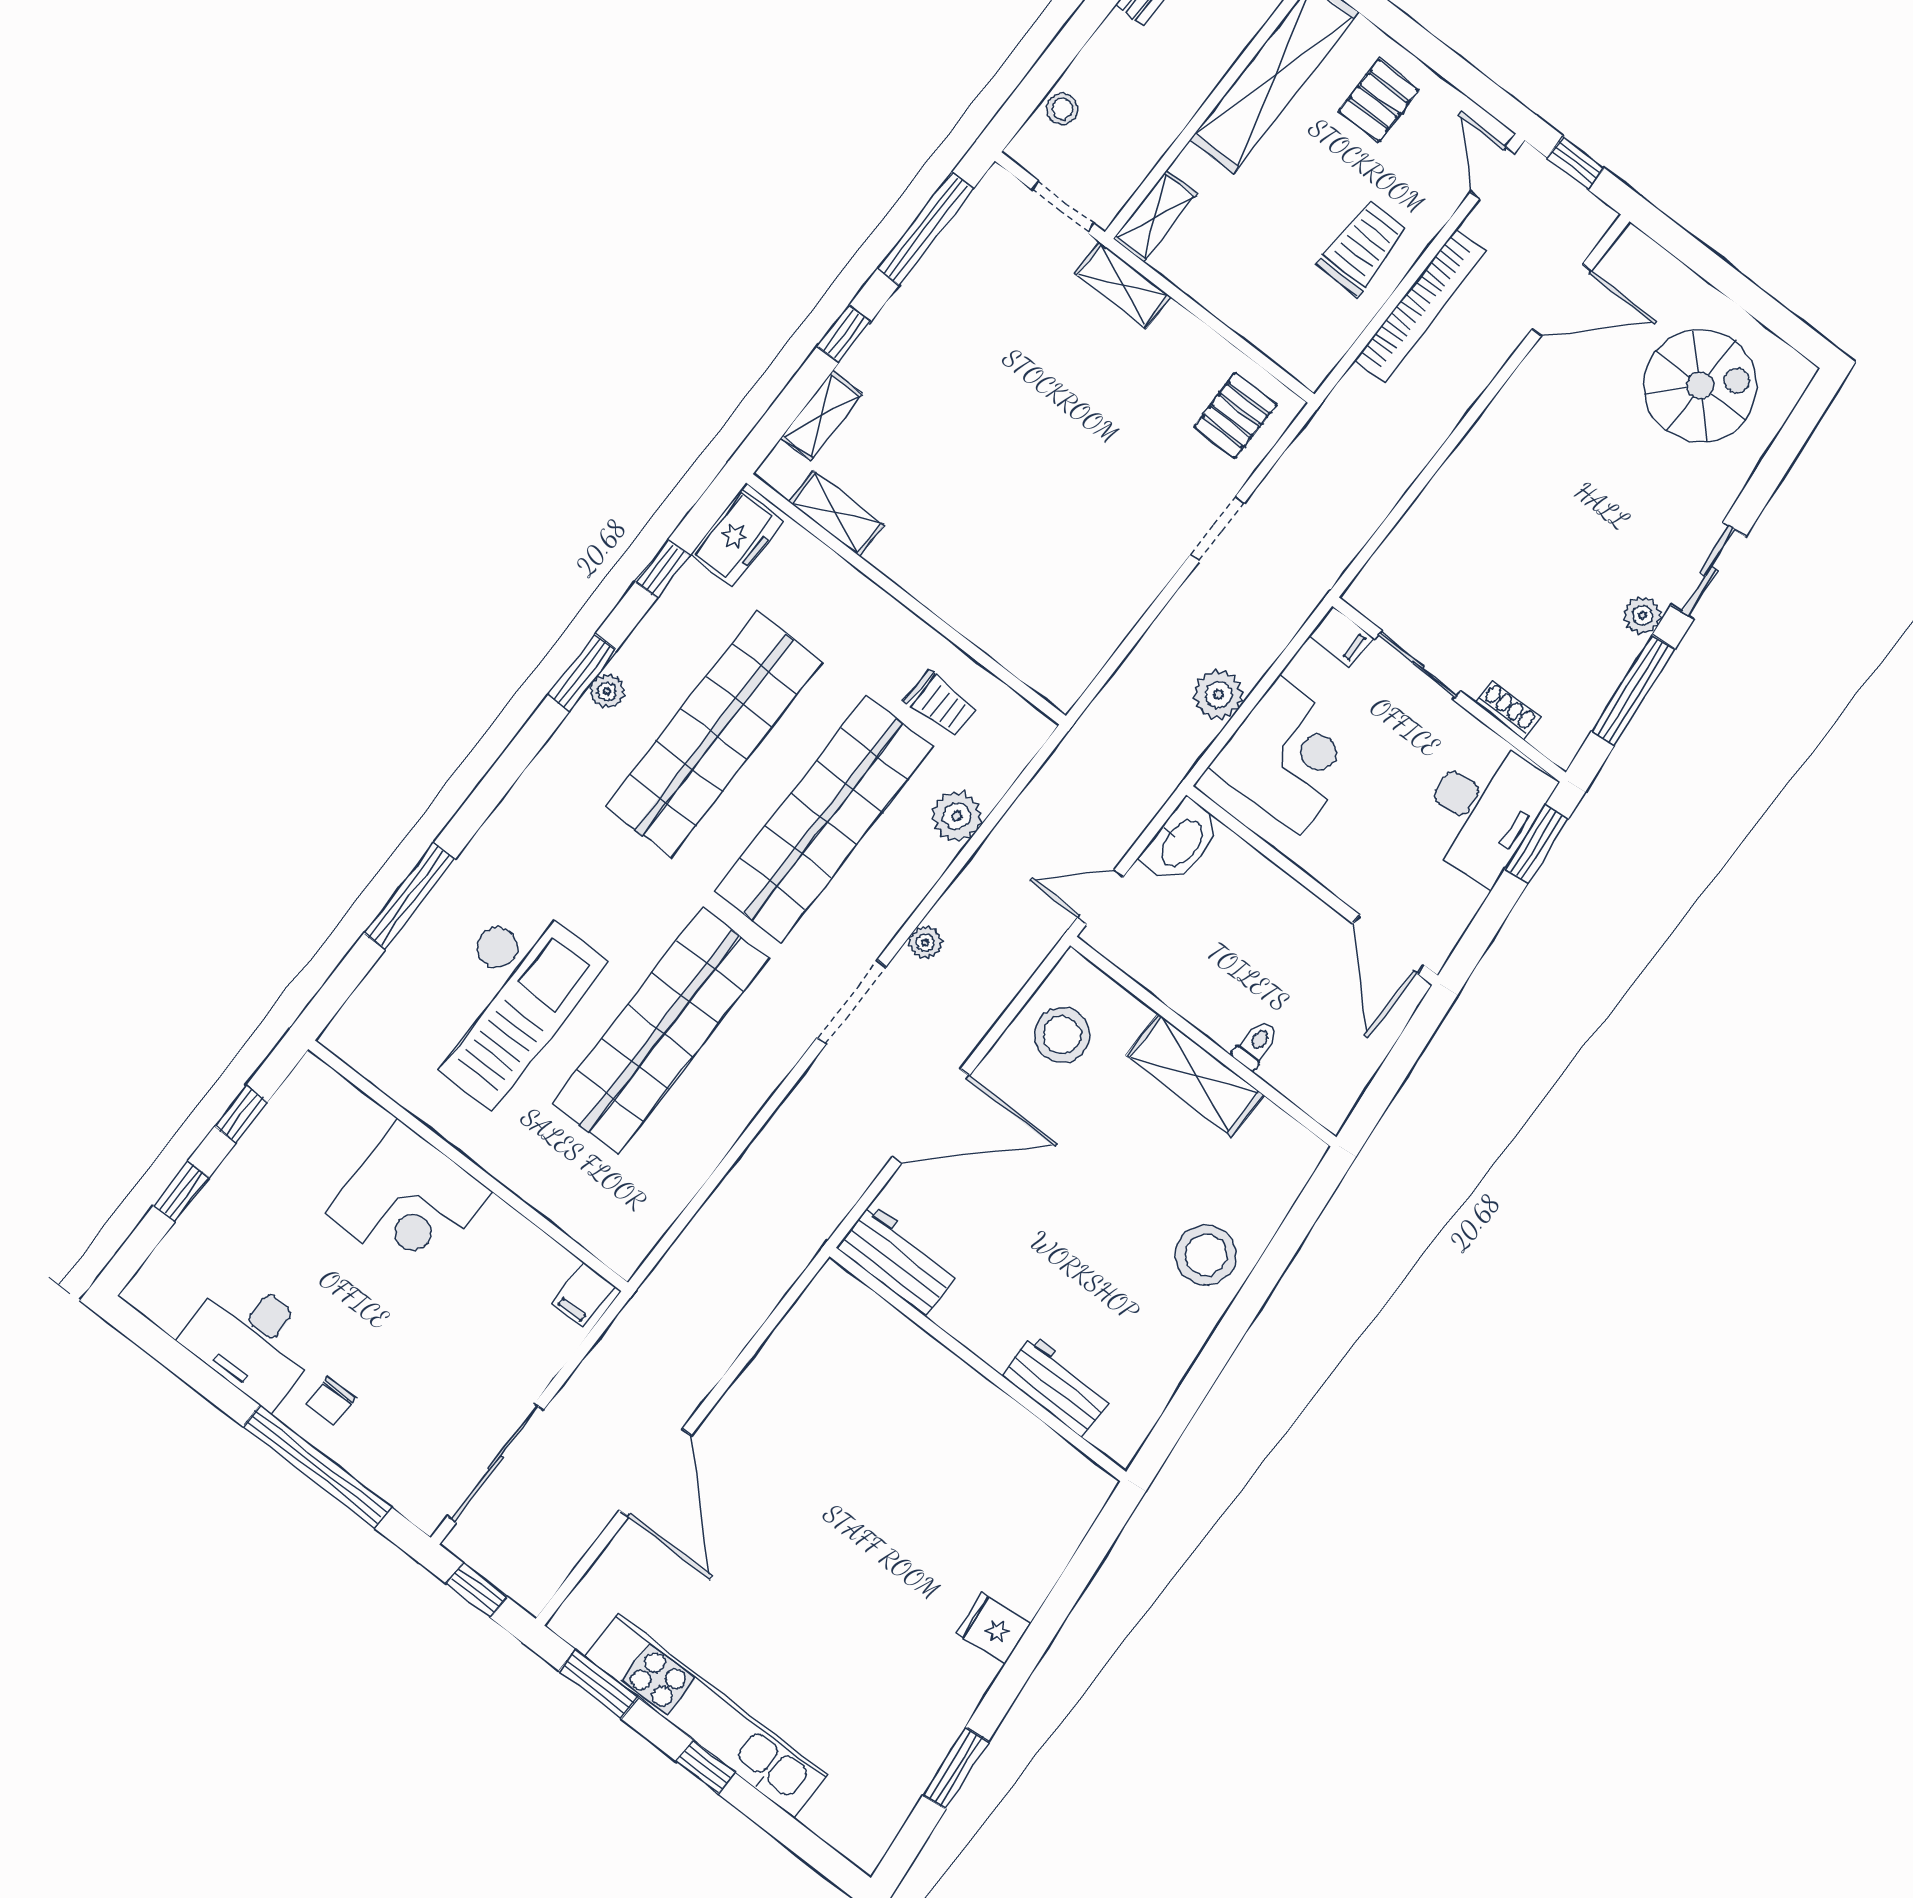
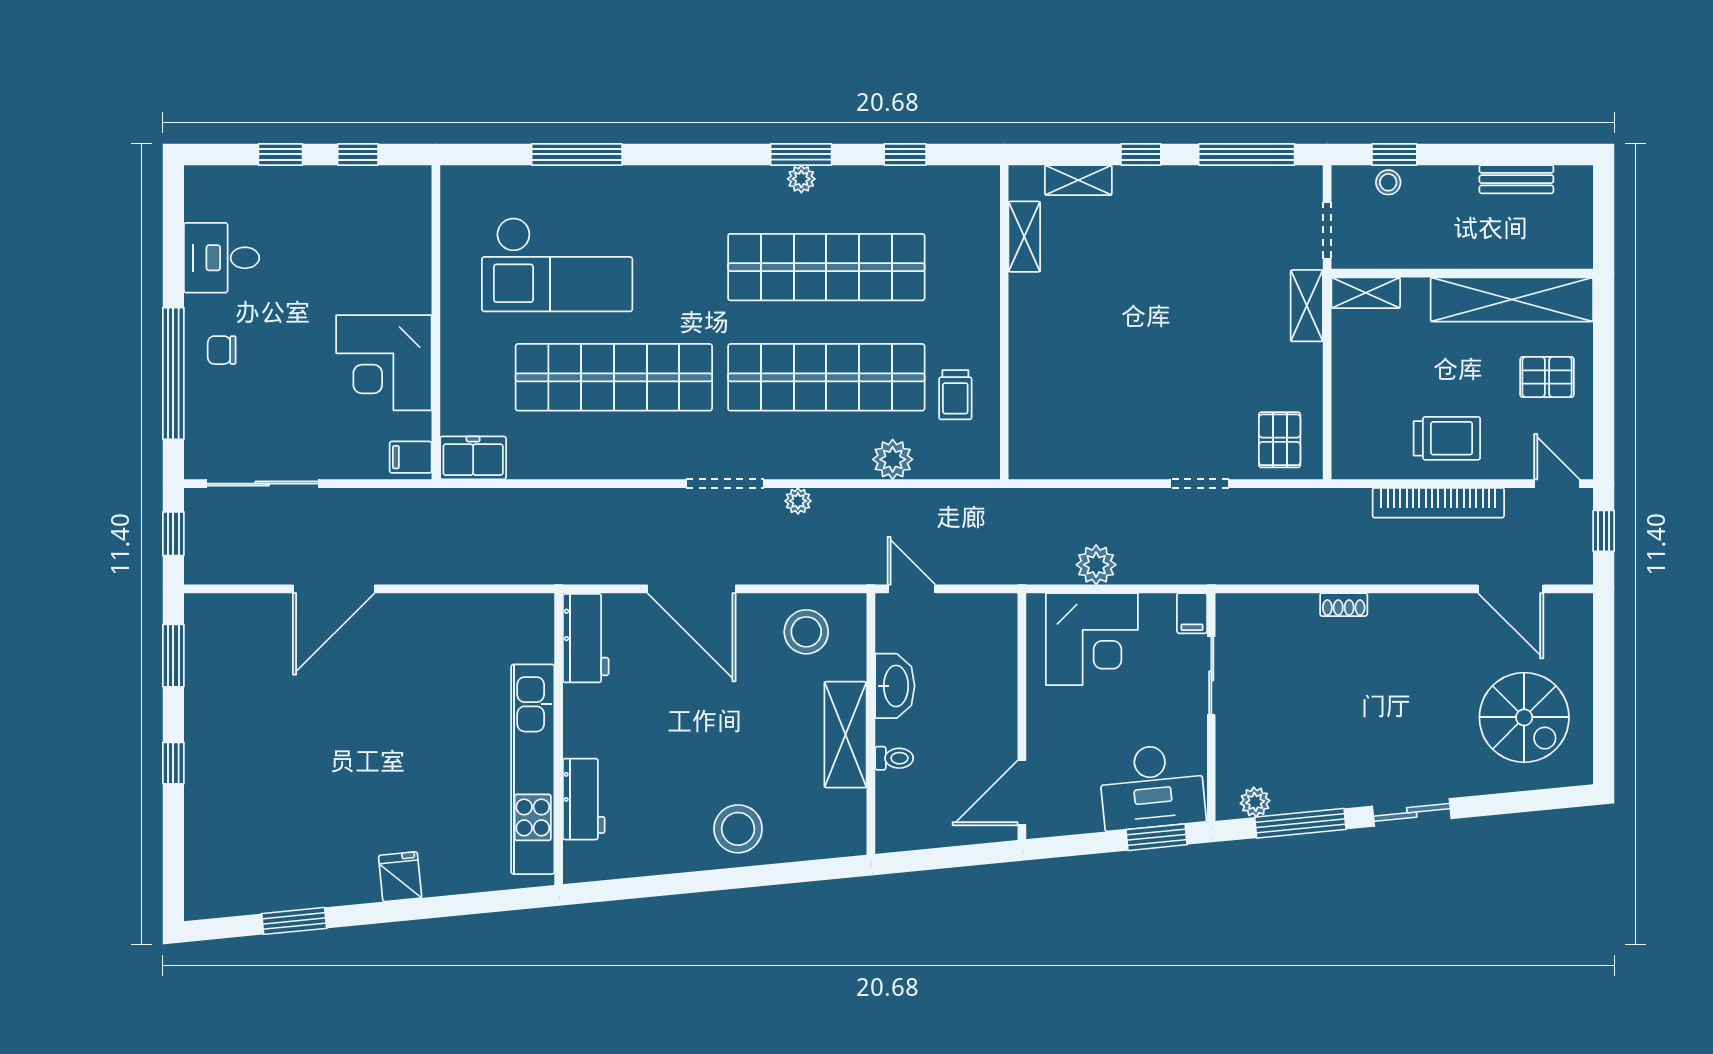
window: (1039, 81) -> (1394, 154), added
door: (1493, 173) -> (1557, 484), hinge flipped
pallet: (1235, 415) -> (1280, 440), turned 90
freezer: (737, 538) -> (473, 458), moved, turned 180
plant: (1642, 615) -> (1255, 802), moved
shoe rack: (1508, 710) -> (1344, 605), moved, turned 90
washbasin: (1181, 842) -> (895, 686), moved, turned -90
corner desk: (409, 1203) -> (384, 363), moved
desk: (252, 1340) -> (222, 258), width x0.73
kitchen unit: (706, 1717) -> (533, 769), moved, turned 180

